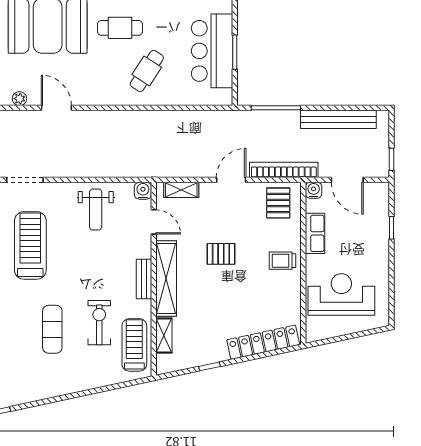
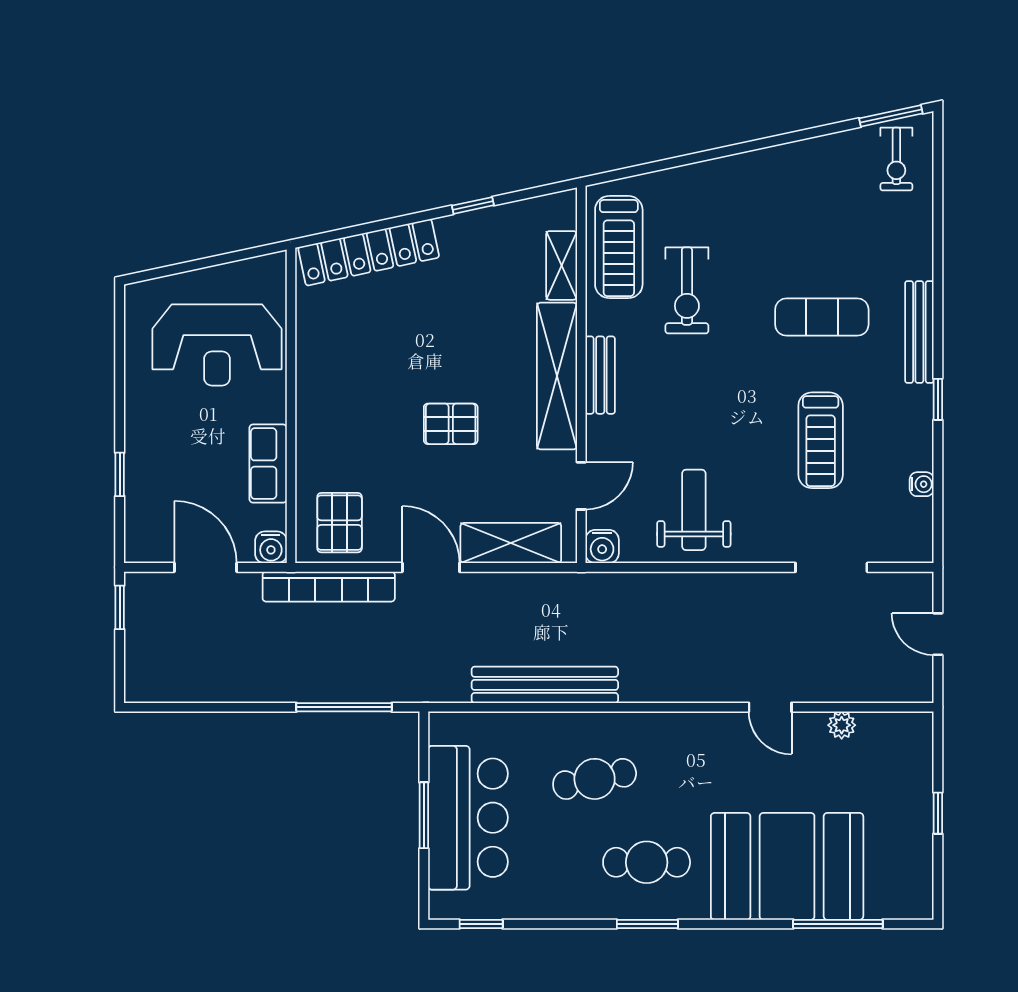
cafe table: (147, 71) -> (595, 779), turned 45
door: (56, 108) -> (770, 707), width x0.73
bench: (338, 119) -> (545, 685), moved
door: (231, 180) -> (431, 567), swing flipped
shelving: (181, 190) -> (511, 543), width x1.50, depth x1.33
door: (154, 222) -> (581, 486), swing flipped
treadmill: (30, 245) -> (821, 440), width x0.73, depth x0.73
trolley: (282, 261) -> (331, 411), removed
exercise mat: (52, 329) -> (822, 317), moved, turned 90

